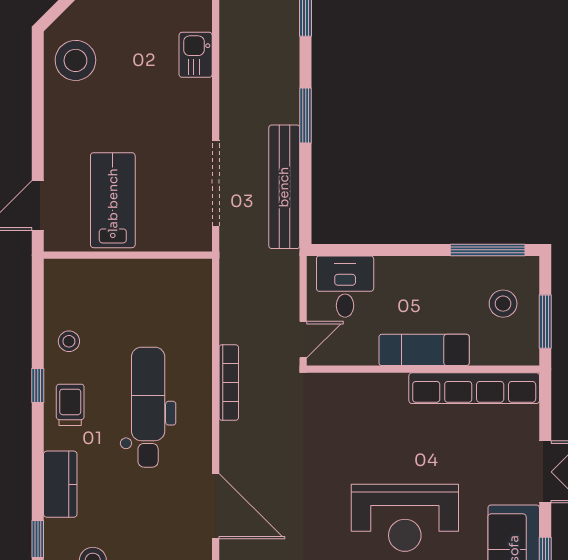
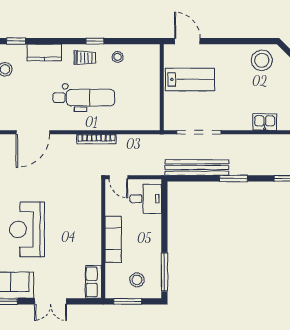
row of seats: (474, 388) -> (94, 282), width x0.50

